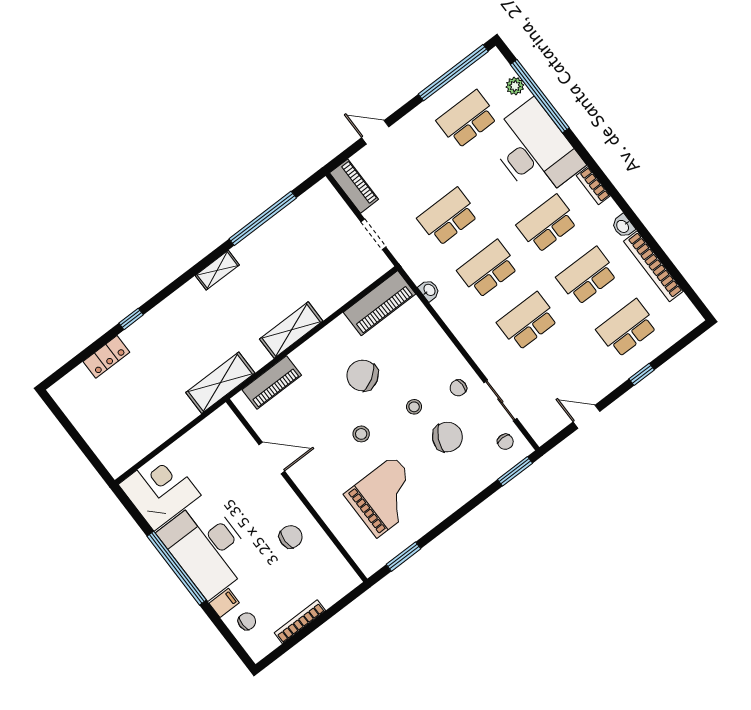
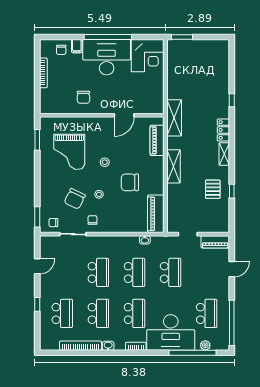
window: (263, 218) -> (232, 191), width x0.32
pallet: (281, 248) -> (213, 189), added
locker: (106, 357) -> (223, 130), moved
chair: (363, 375) -> (130, 182), turned -149
window: (95, 461) -> (182, 37), added

